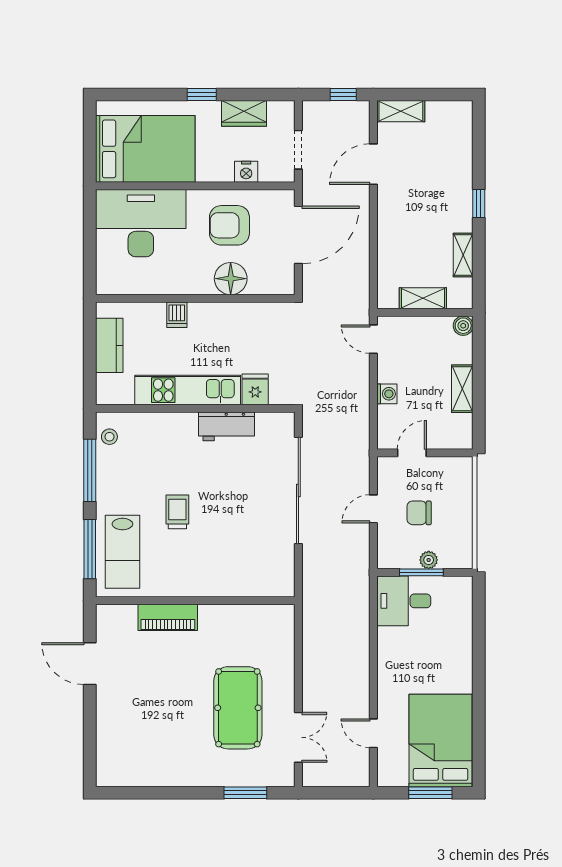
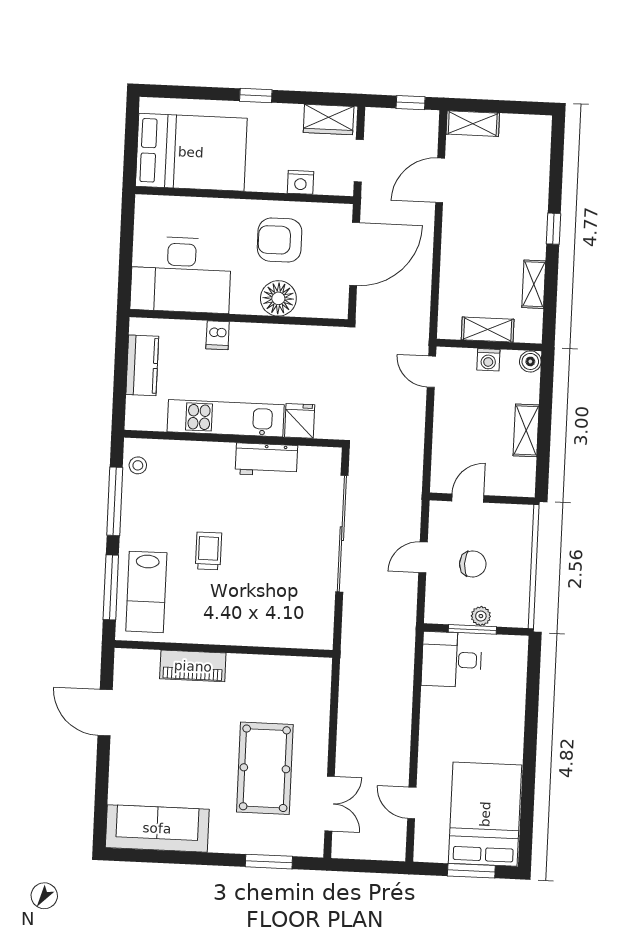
wardrobe: (244, 113) -> (329, 120), moved
desk: (141, 223) -> (181, 275), moved, turned 180
washing machine: (387, 394) -> (488, 360), moved, turned 90
chair: (419, 513) -> (473, 564), turned 180
sofa: (142, 767) -> (157, 828), added

